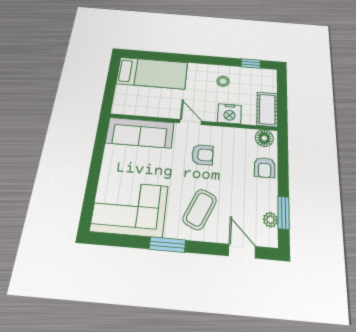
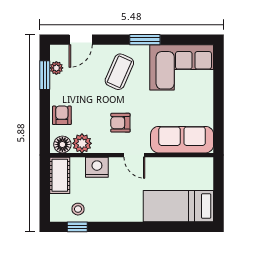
stool: (223, 81) -> (78, 209), moved
plant: (244, 138) -> (82, 143), added
door: (242, 251) -> (81, 40), hinge flipped

